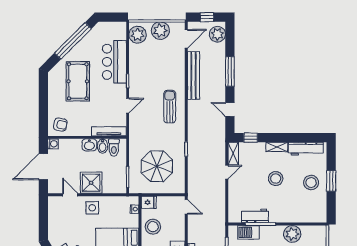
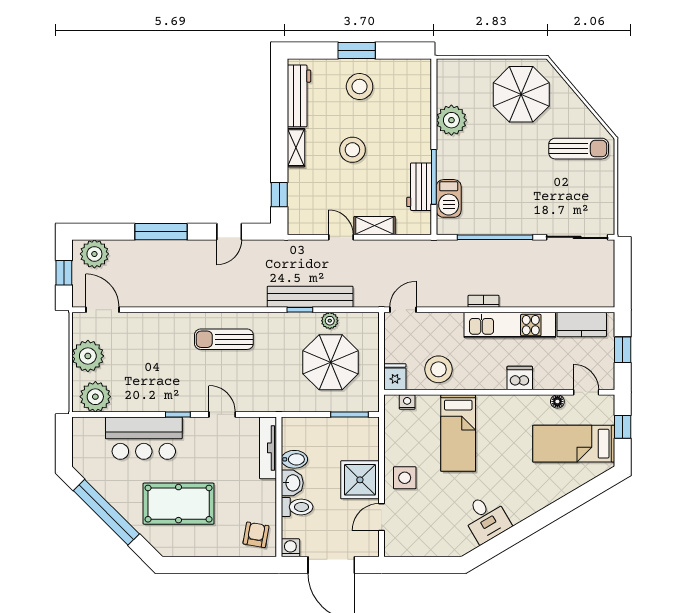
bench: (193, 75) -> (310, 297), moved
toilet: (114, 148) -> (297, 507), moved
shelving: (233, 154) -> (375, 226), moved
plant: (180, 166) -> (330, 321), added

